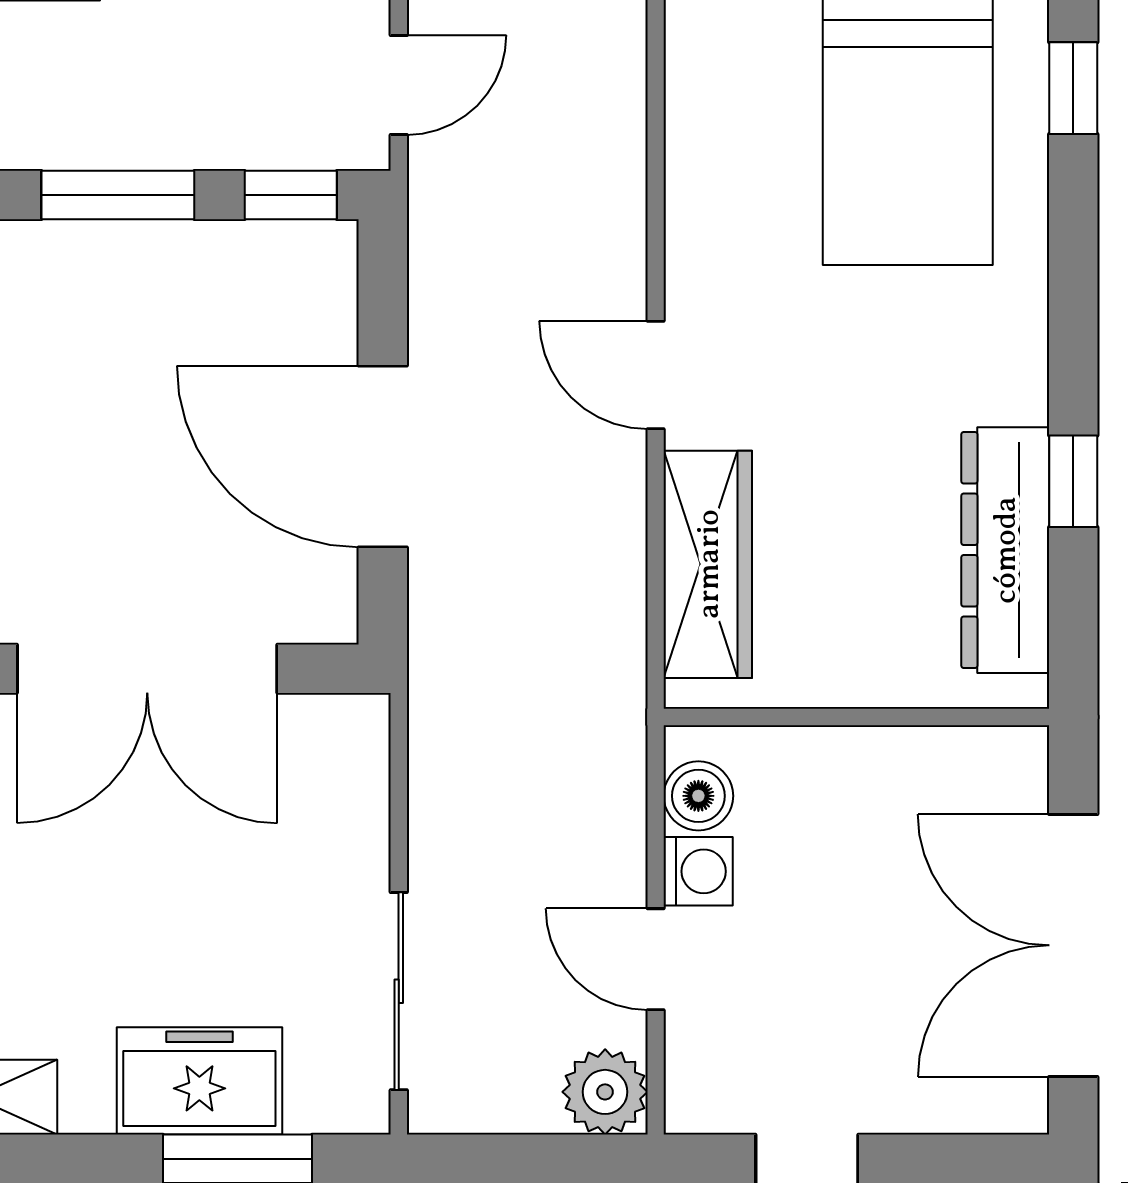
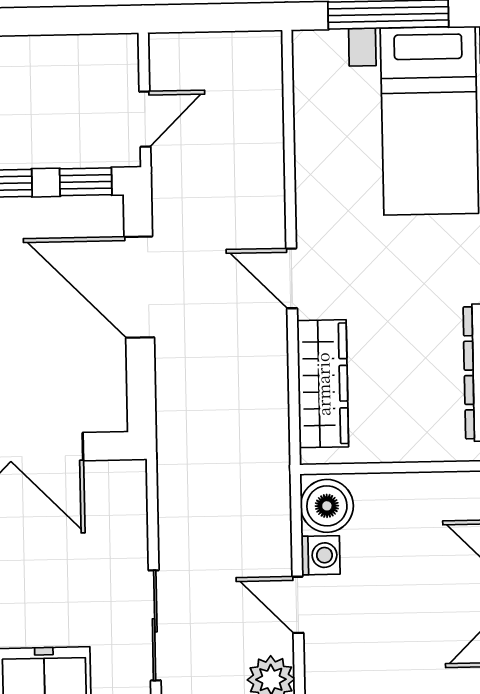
door: (383, 456) -> (139, 287), moved
boiler: (698, 796) -> (327, 506), width x1.36, depth x1.36

